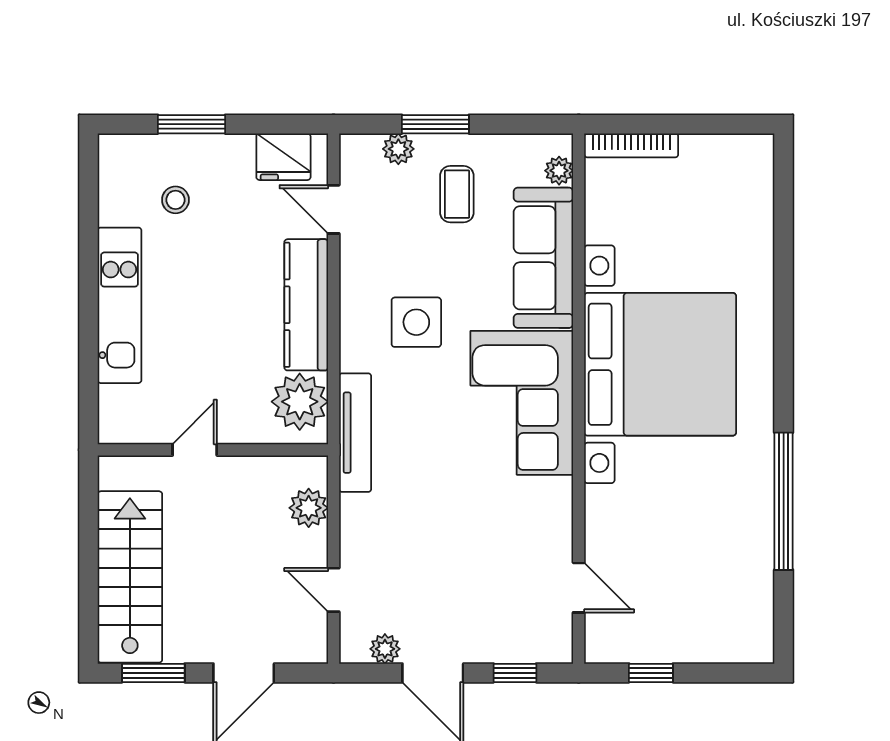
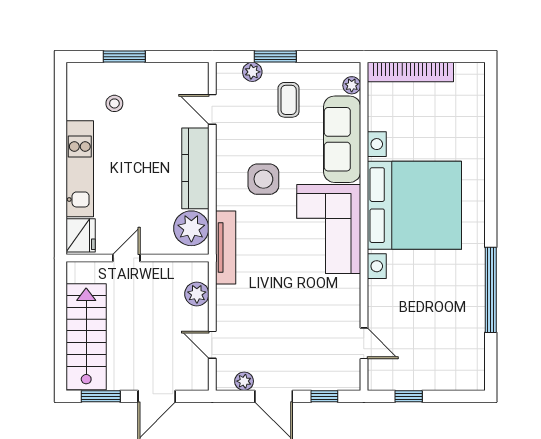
bookcase: (631, 145) -> (410, 72), width x1.48, depth x1.31
fridge: (283, 157) -> (81, 235), moved, turned -90

